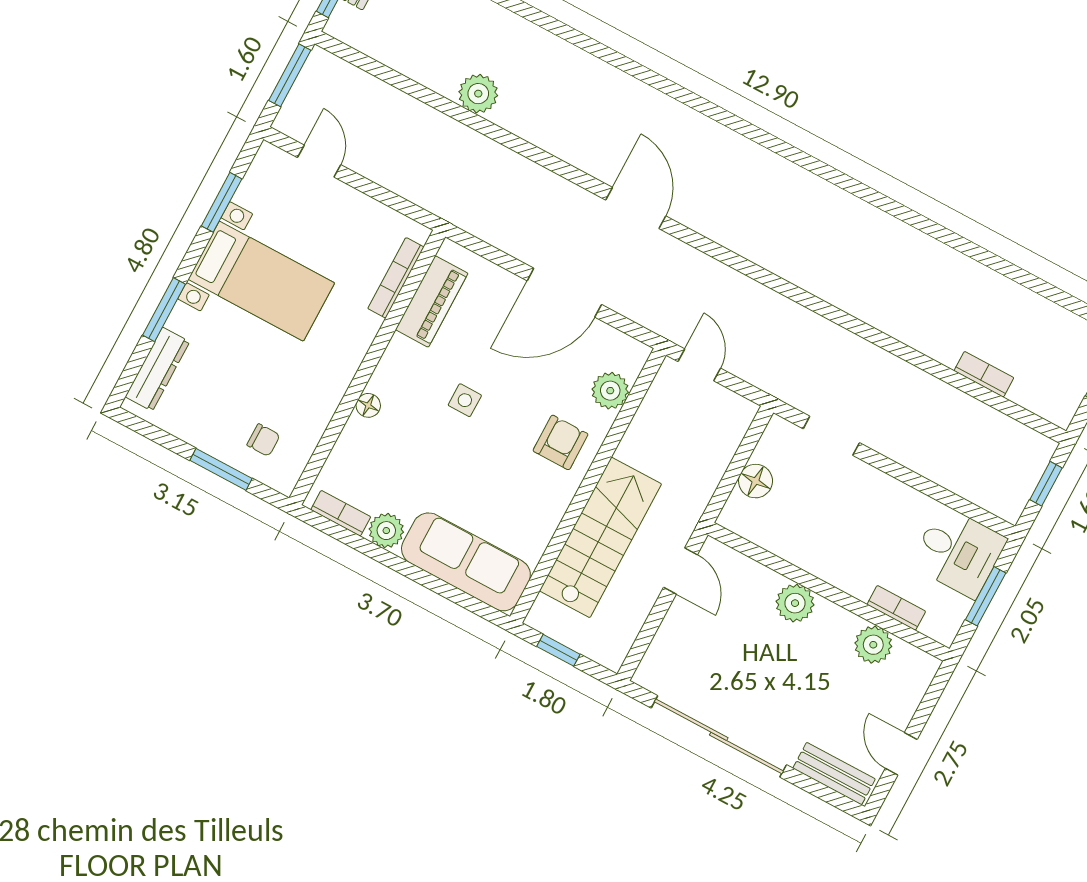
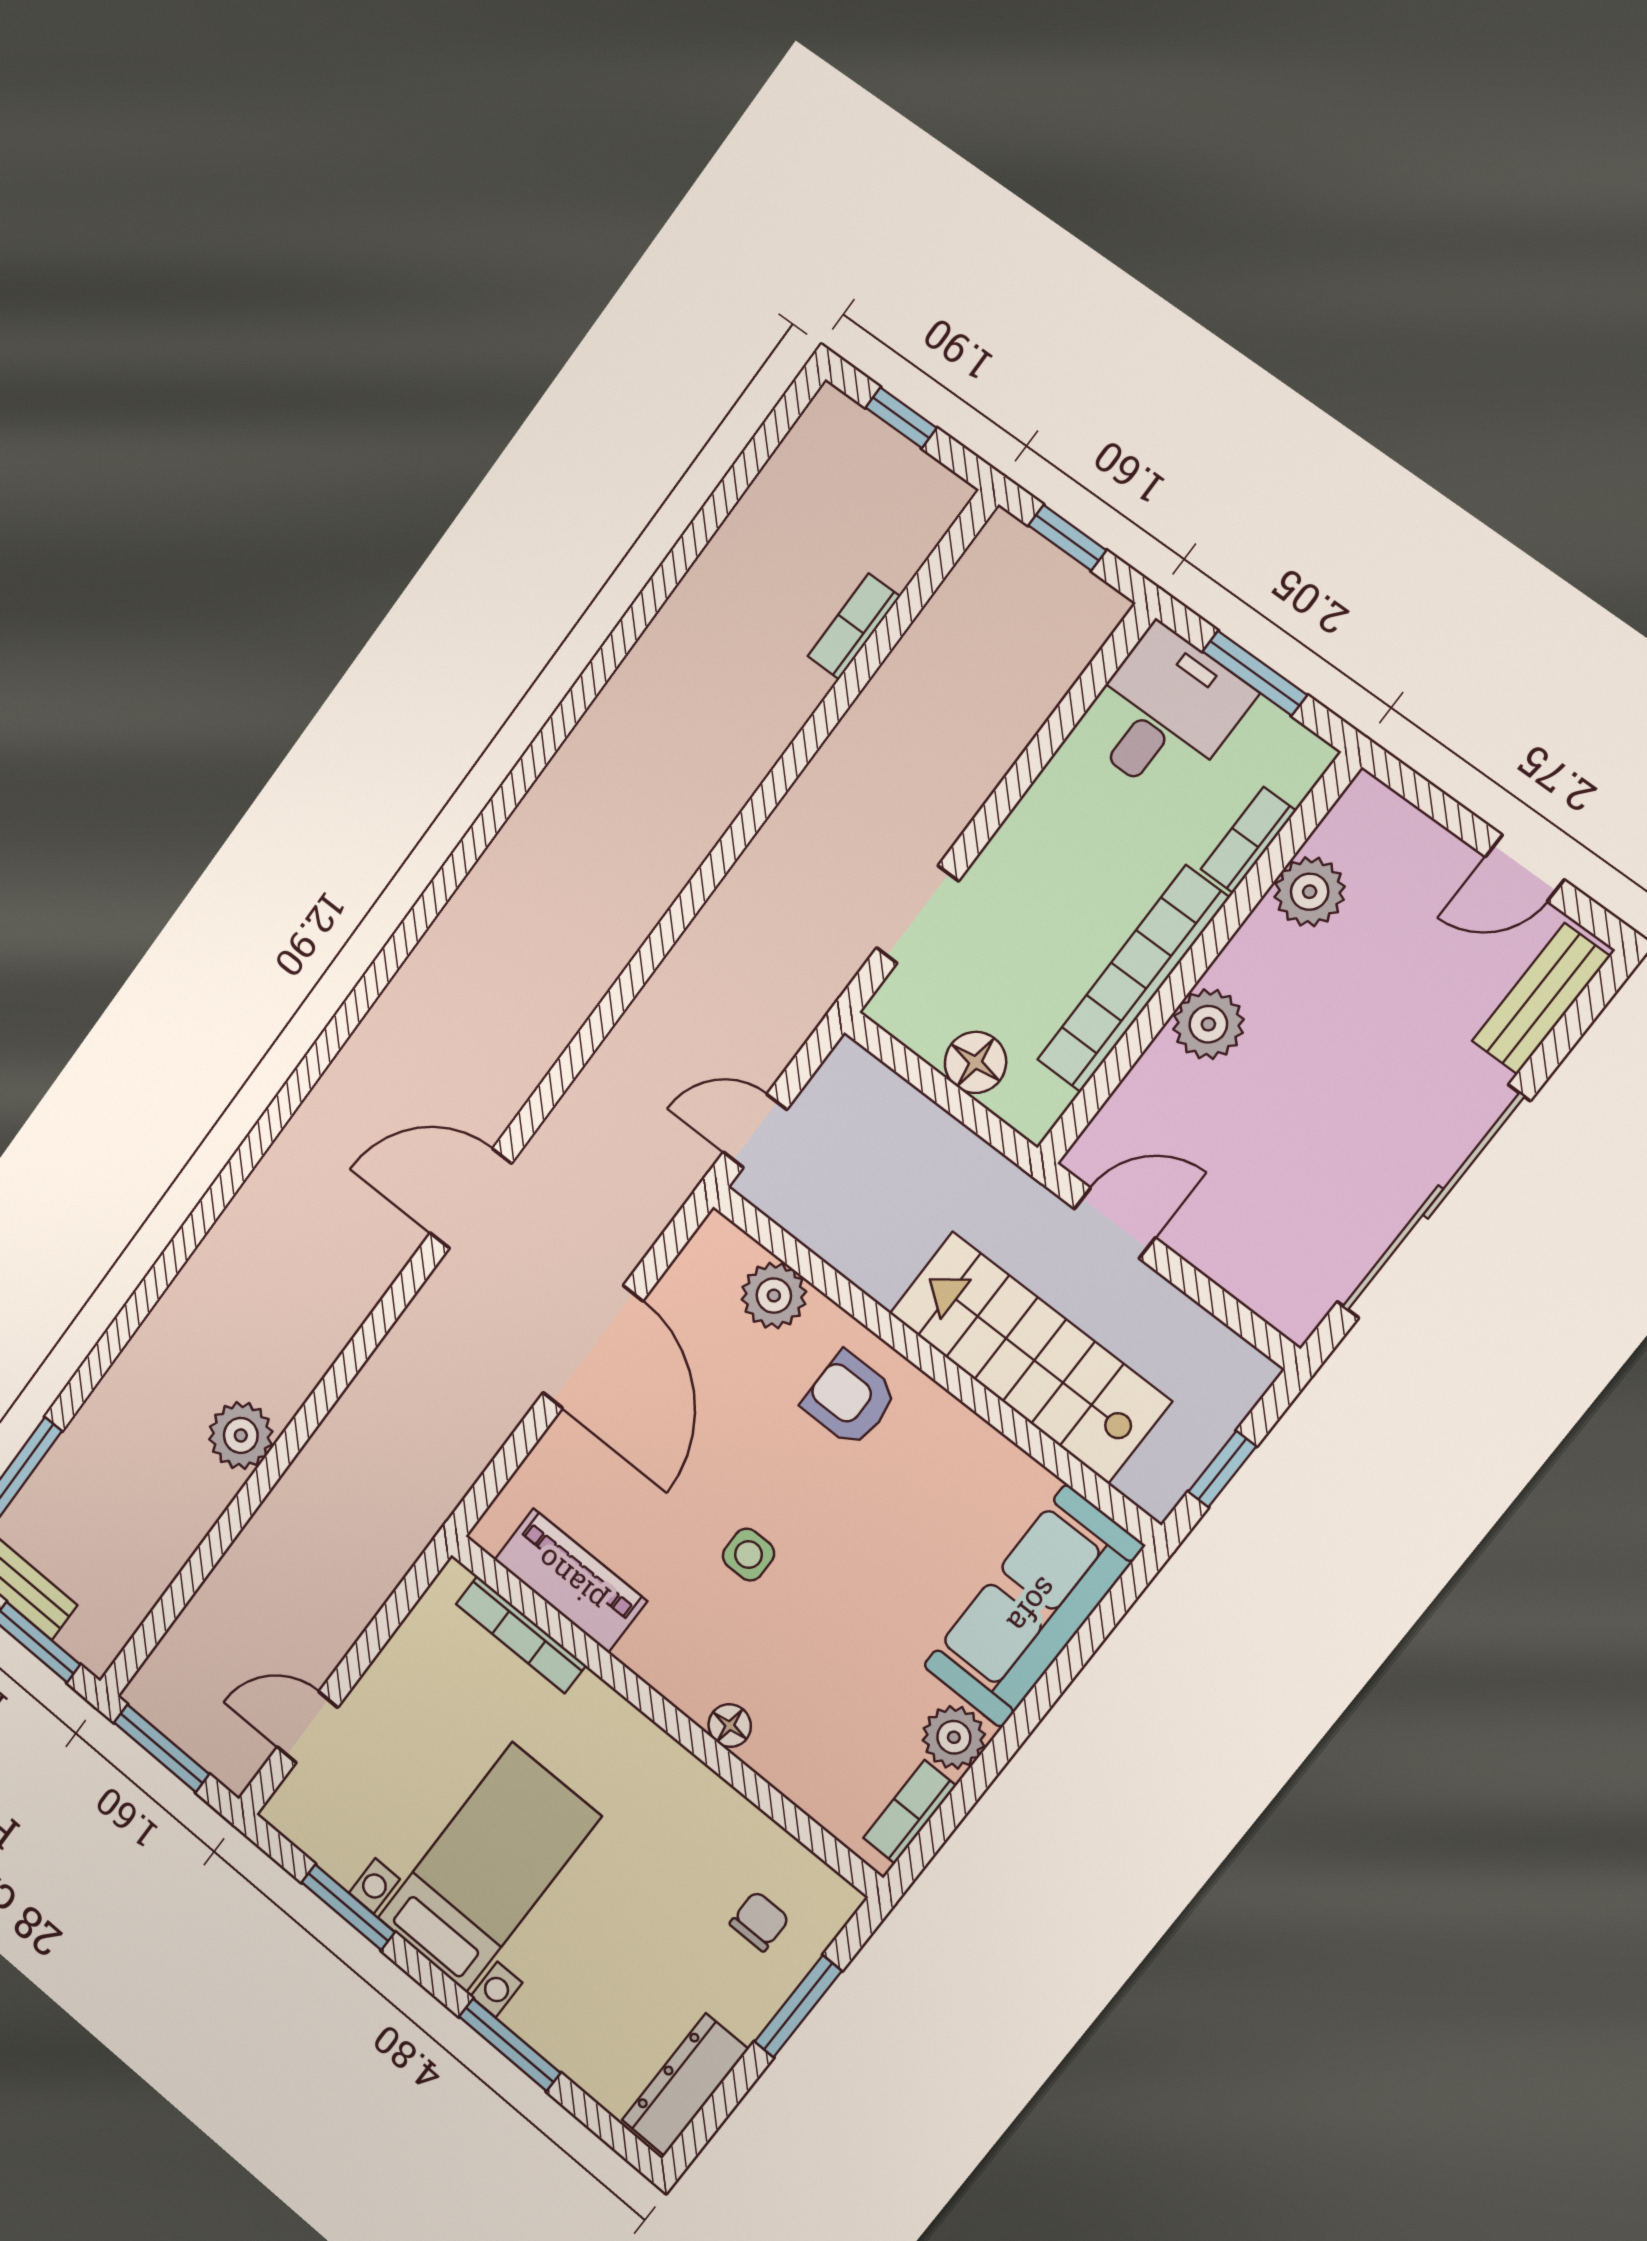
dresser: (157, 369) -> (685, 2085), moved, turned -90
bookcase: (813, 559) -> (1133, 979), added

